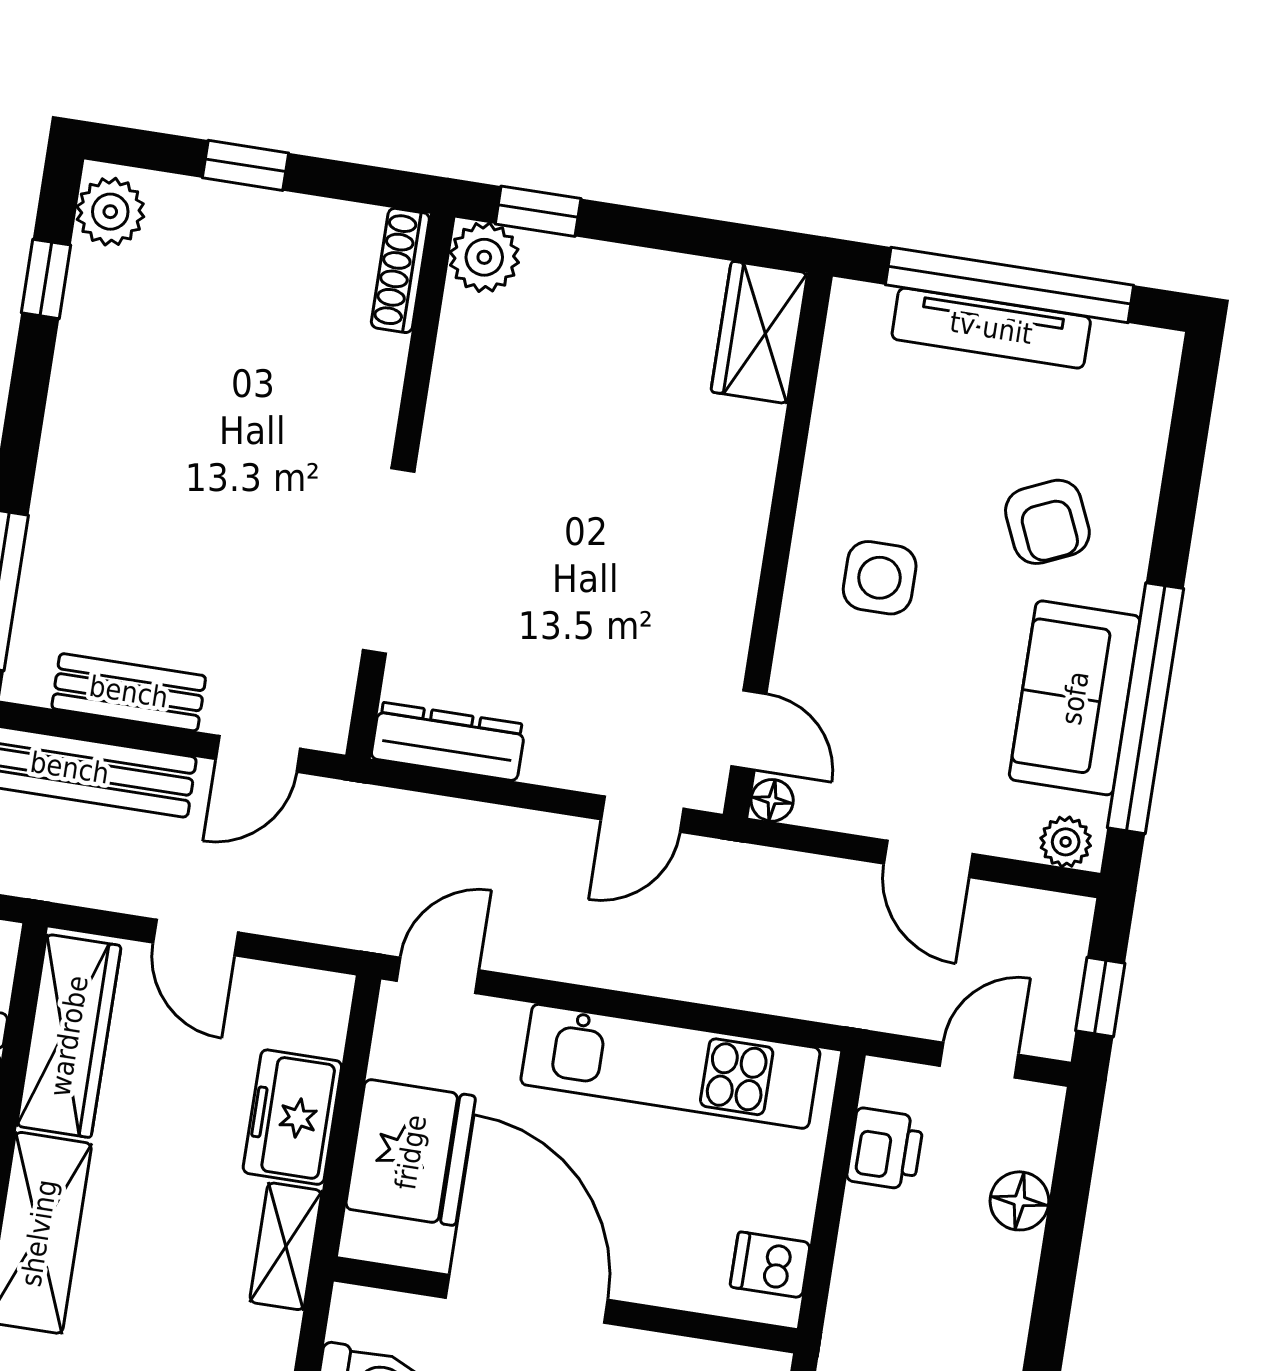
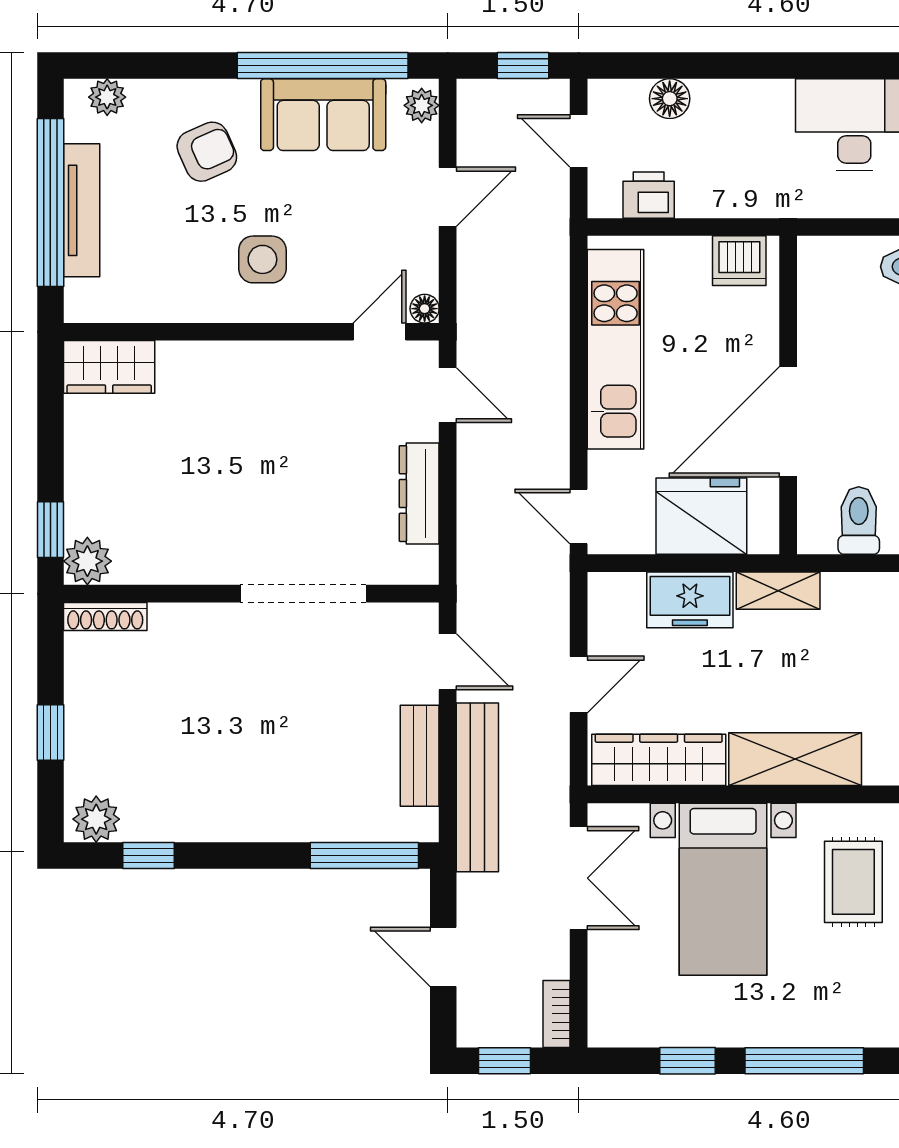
plant: (1149, 390) -> (107, 97), added
dresser: (448, 741) -> (419, 494), moved
dishwasher: (770, 1265) -> (739, 261), width x1.38

